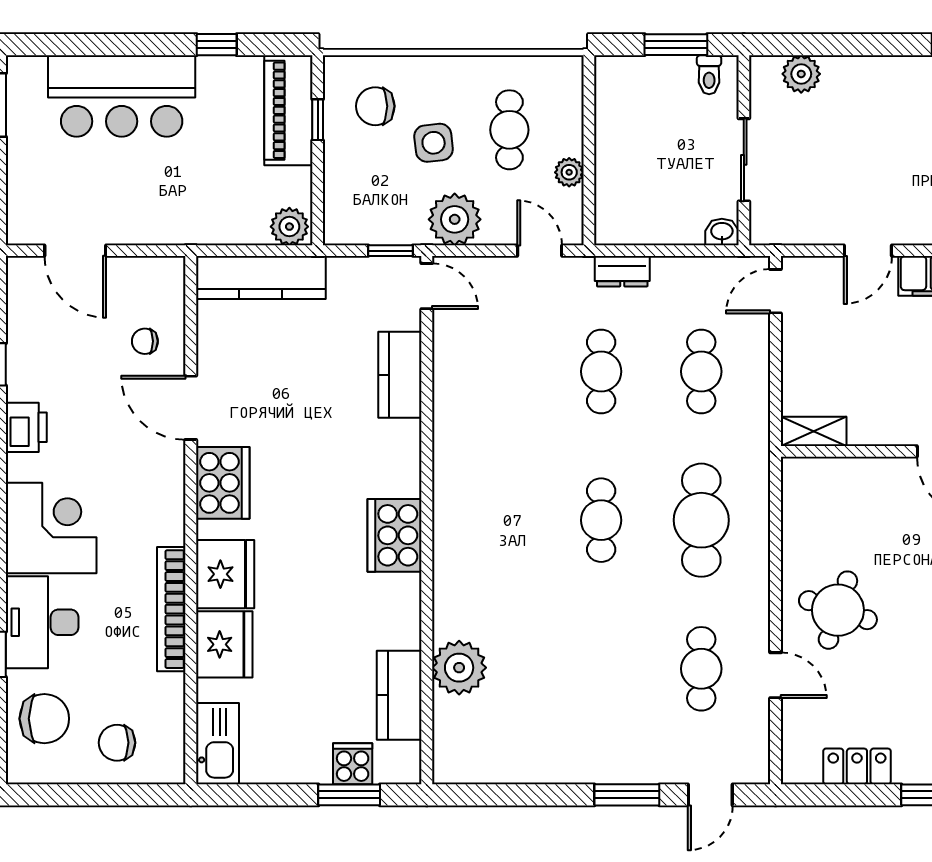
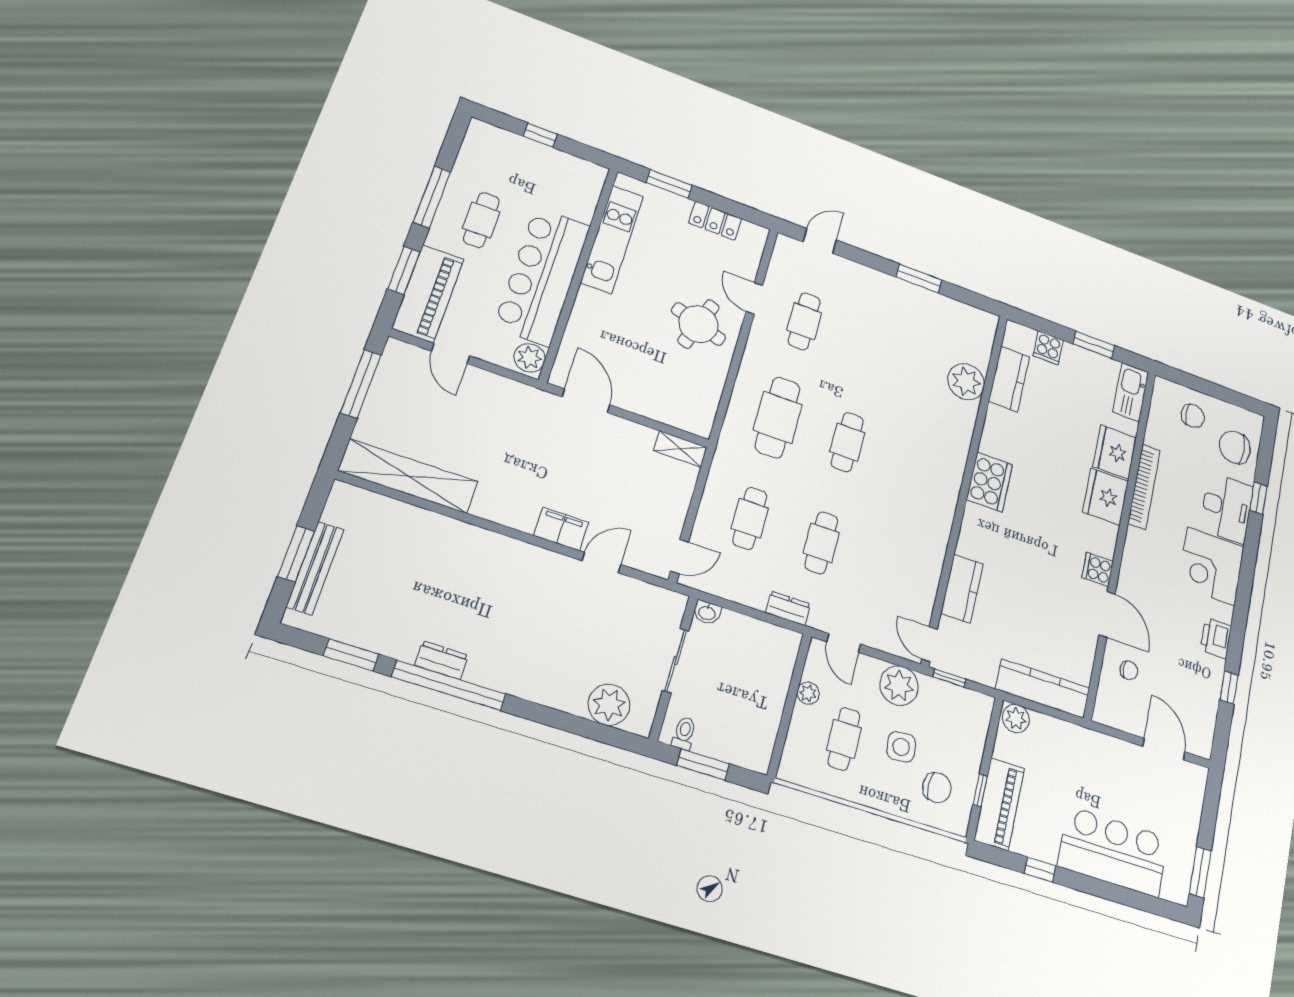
plant: (801, 74) -> (609, 705), width x1.36, depth x1.36
cooker: (223, 483) -> (1098, 569), width x0.53, depth x0.76
window: (349, 795) -> (1094, 345), moved
window: (627, 795) -> (919, 278), moved

